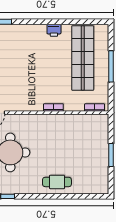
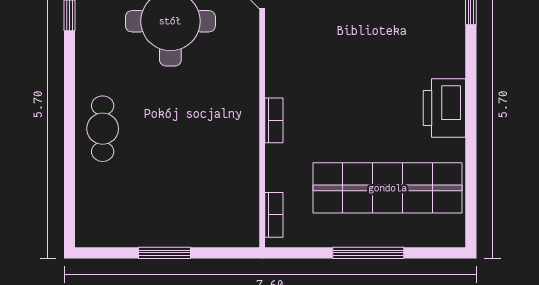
printer: (54, 30) -> (444, 108), width x1.87, depth x1.48

